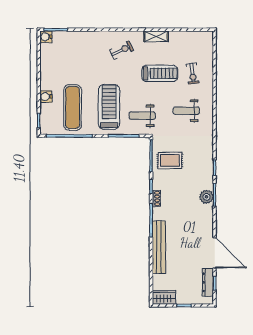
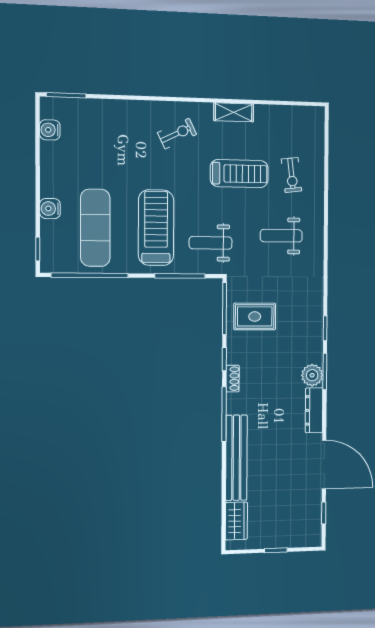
water cooler: (46, 37) -> (50, 130), moved
dresser: (208, 282) -> (314, 410), moved
wardrobe: (164, 298) -> (236, 521), moved, turned 90

